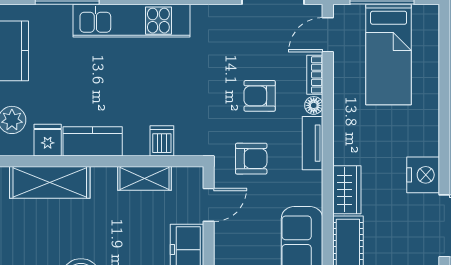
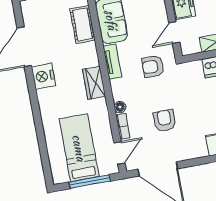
armchair: (260, 96) -> (165, 121), moved, turned -90
tv unit: (312, 143) -> (112, 62), moved
wardrobe: (347, 190) -> (94, 83), moved

